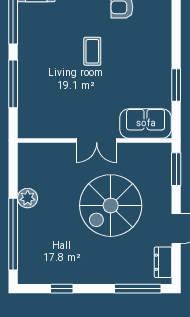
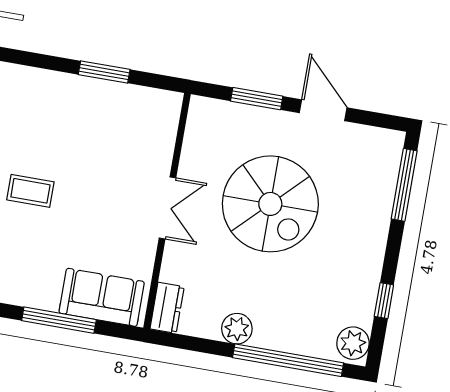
sofa: (146, 124) -> (102, 297), moved, turned 90
window: (176, 169) -> (257, 99), moved
dresser: (163, 262) -> (167, 308), moved, turned -90
plant: (31, 274) -> (353, 343), added

